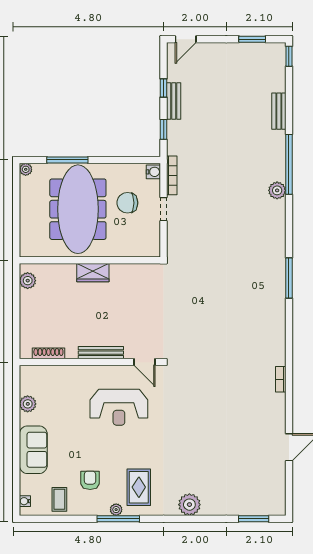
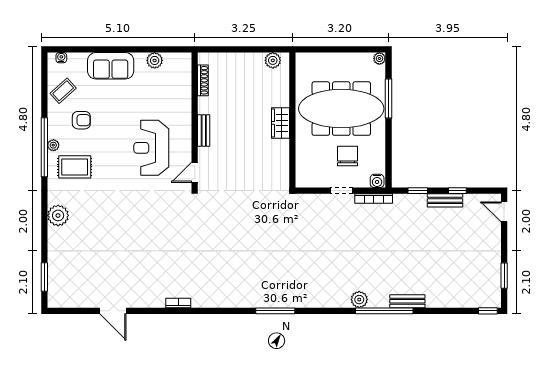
bench: (279, 111) -> (407, 301), moved
bench: (101, 353) -> (204, 131), width x0.73
coffee table: (59, 499) -> (63, 91), turned -42
window: (118, 519) -> (44, 147), width x1.46

